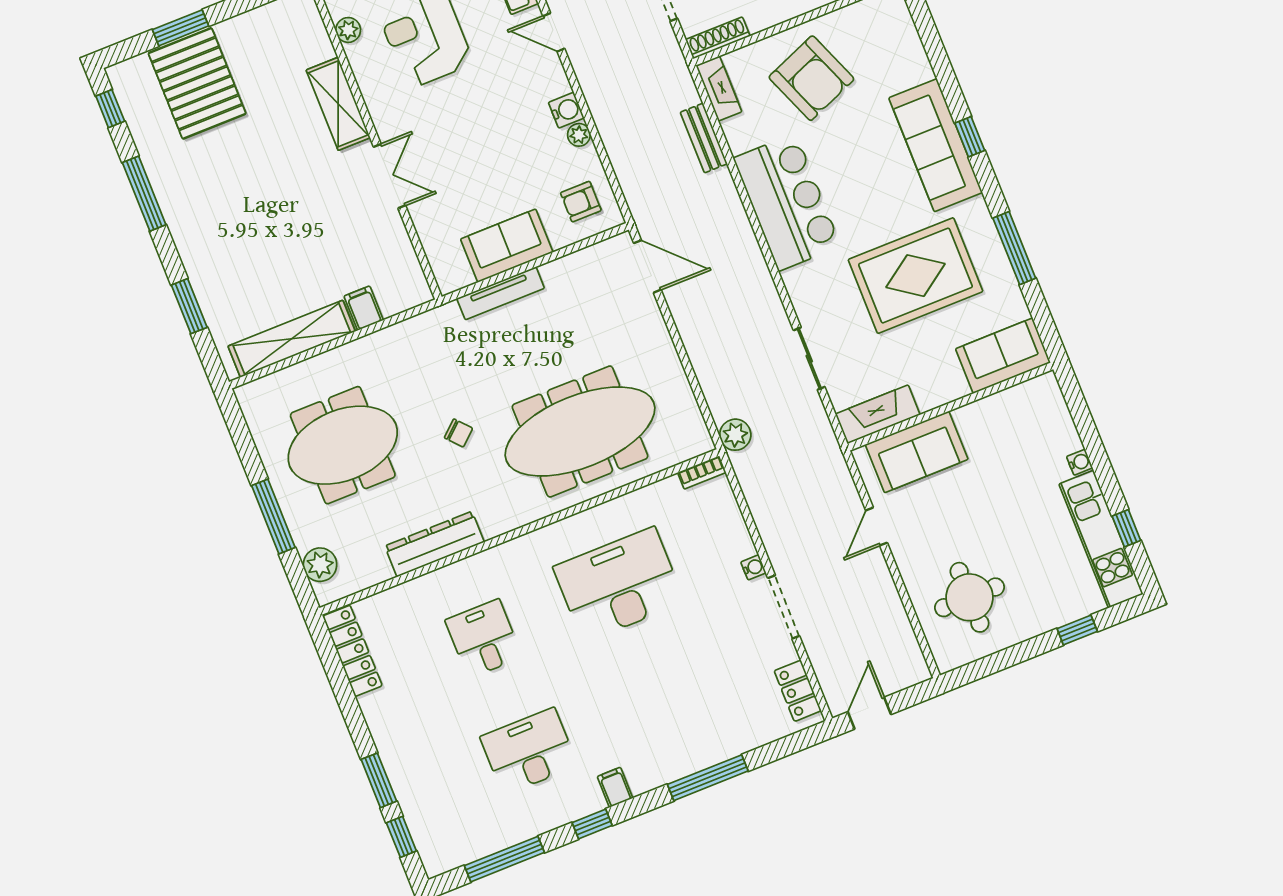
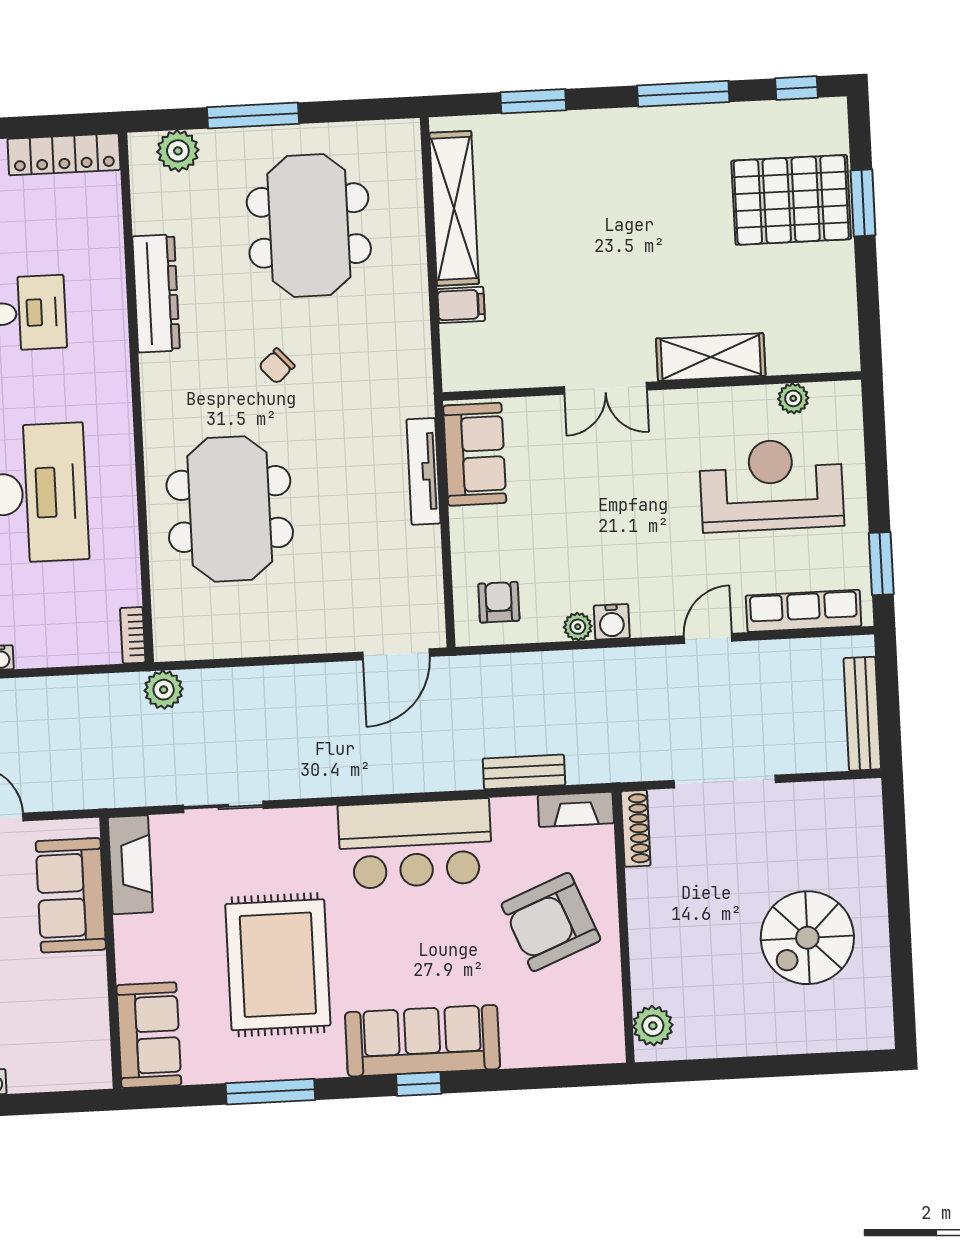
sofa: (507, 246) -> (475, 454), moved
meeting table: (580, 432) -> (230, 509), width x0.73

